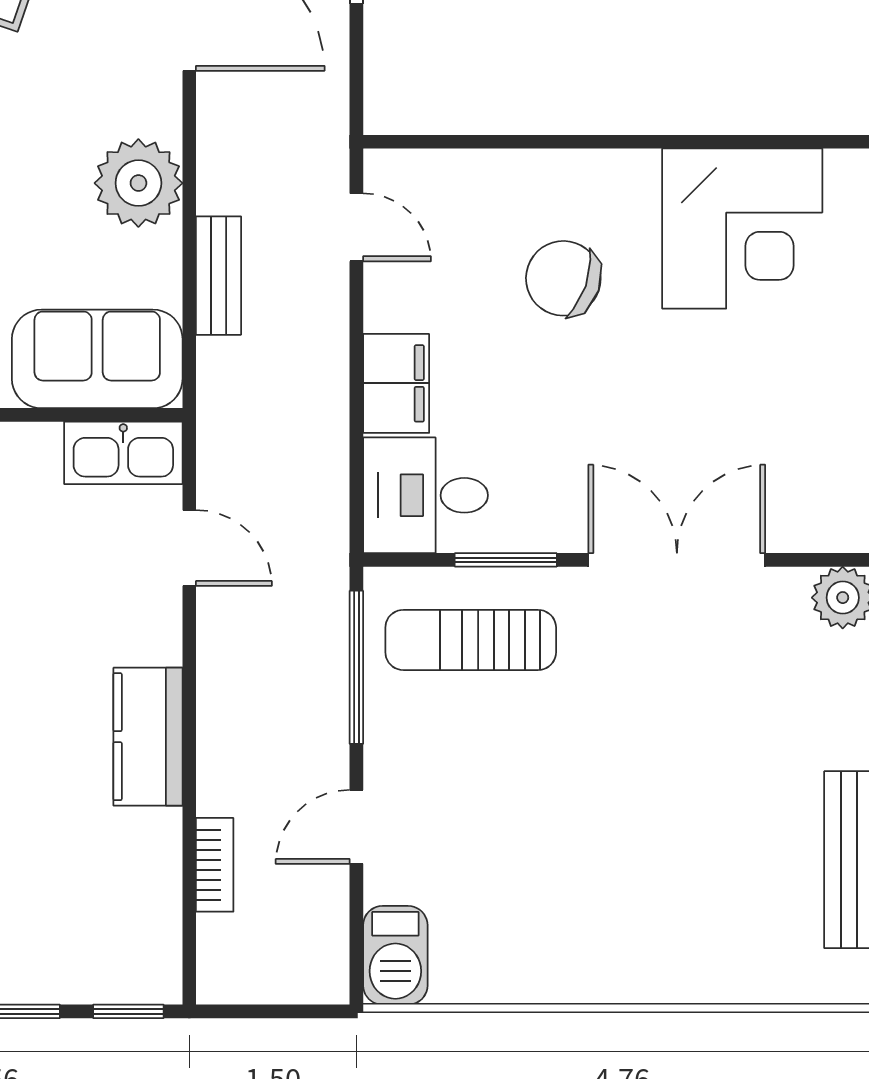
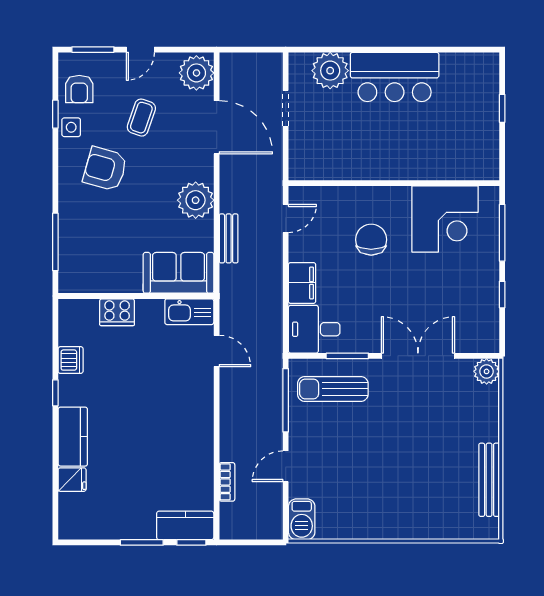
door: (356, 227) -> (286, 218), hinge flipped
chair: (563, 278) -> (371, 240), turned 71
kitchen counter: (148, 737) -> (185, 525), moved, turned 90

